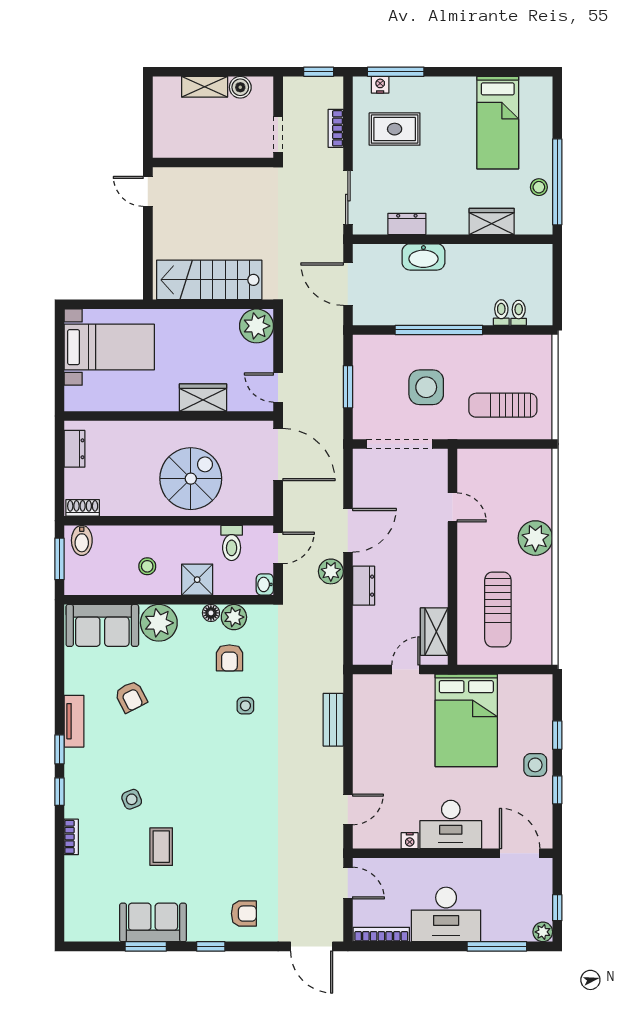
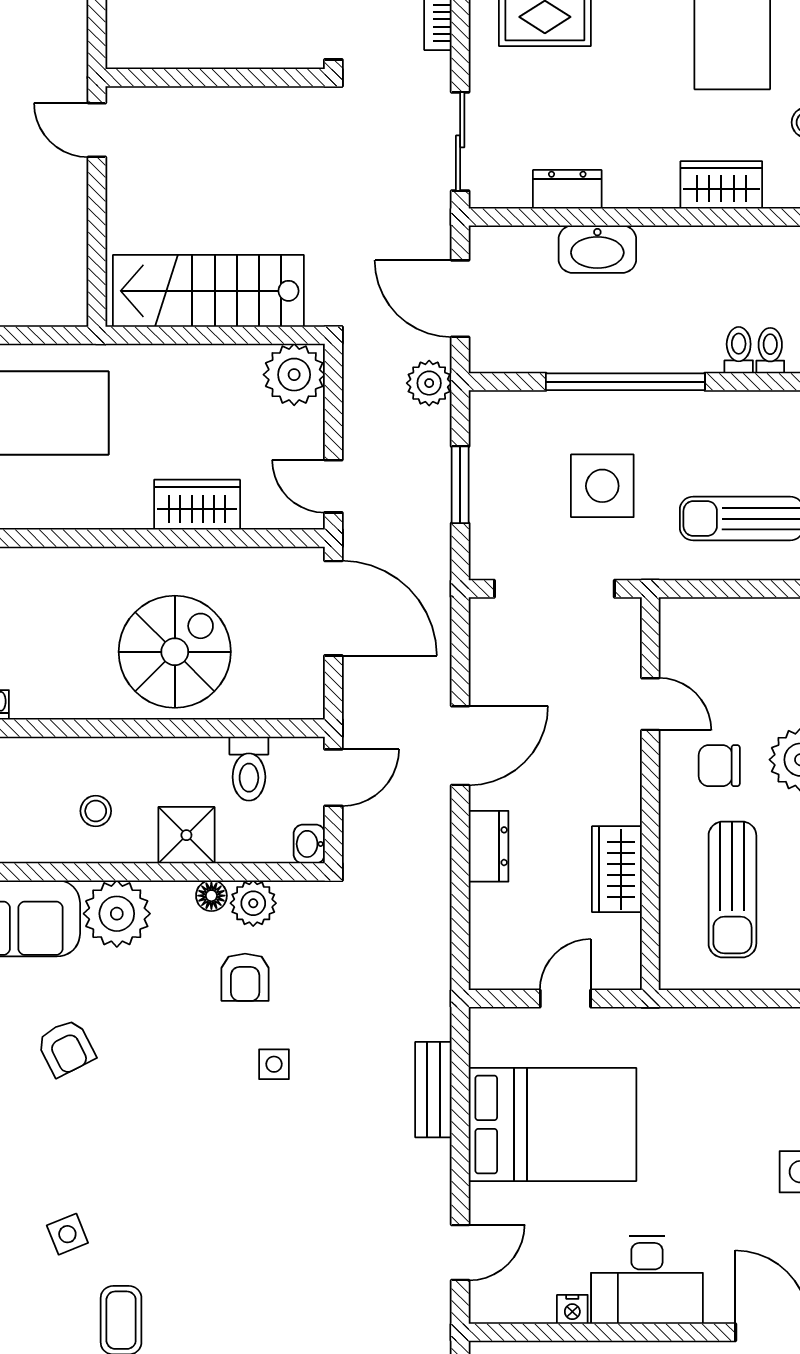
chair: (491, 541) -> (719, 766), added
plant: (331, 571) -> (429, 383), moved
wardrobe: (434, 632) -> (617, 869), moved
bed: (466, 720) -> (552, 1124), moved, turned -90

